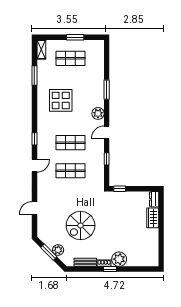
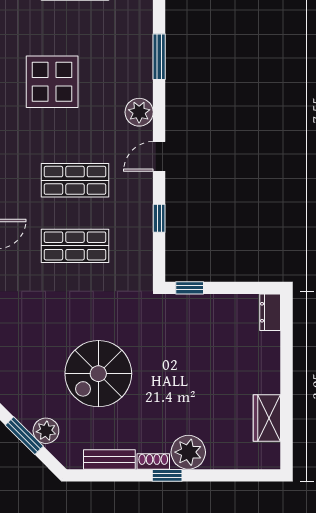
wardrobe: (153, 218) -> (267, 418), moved

